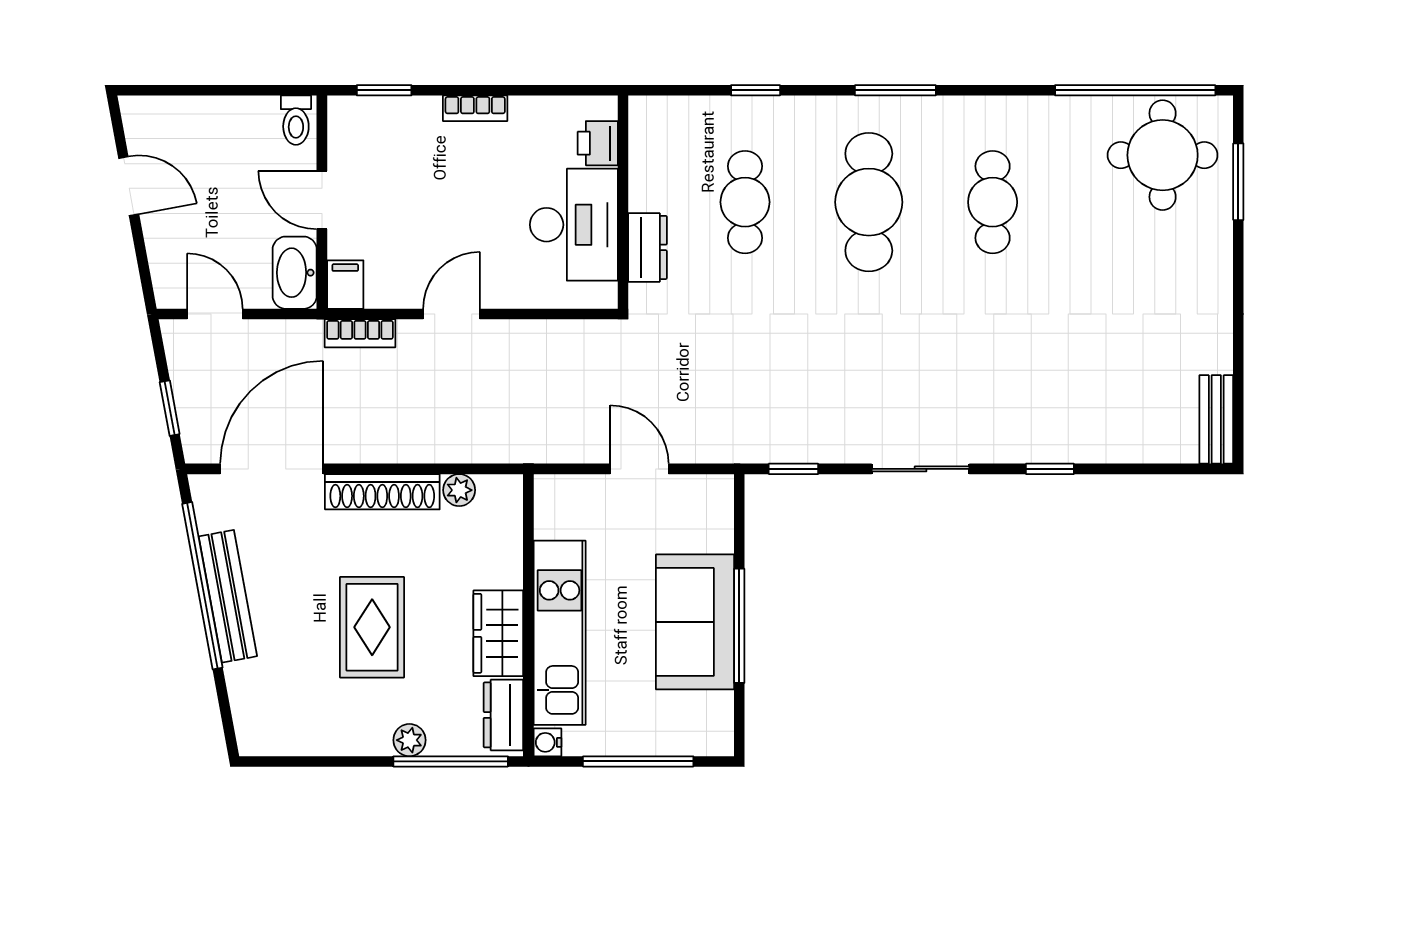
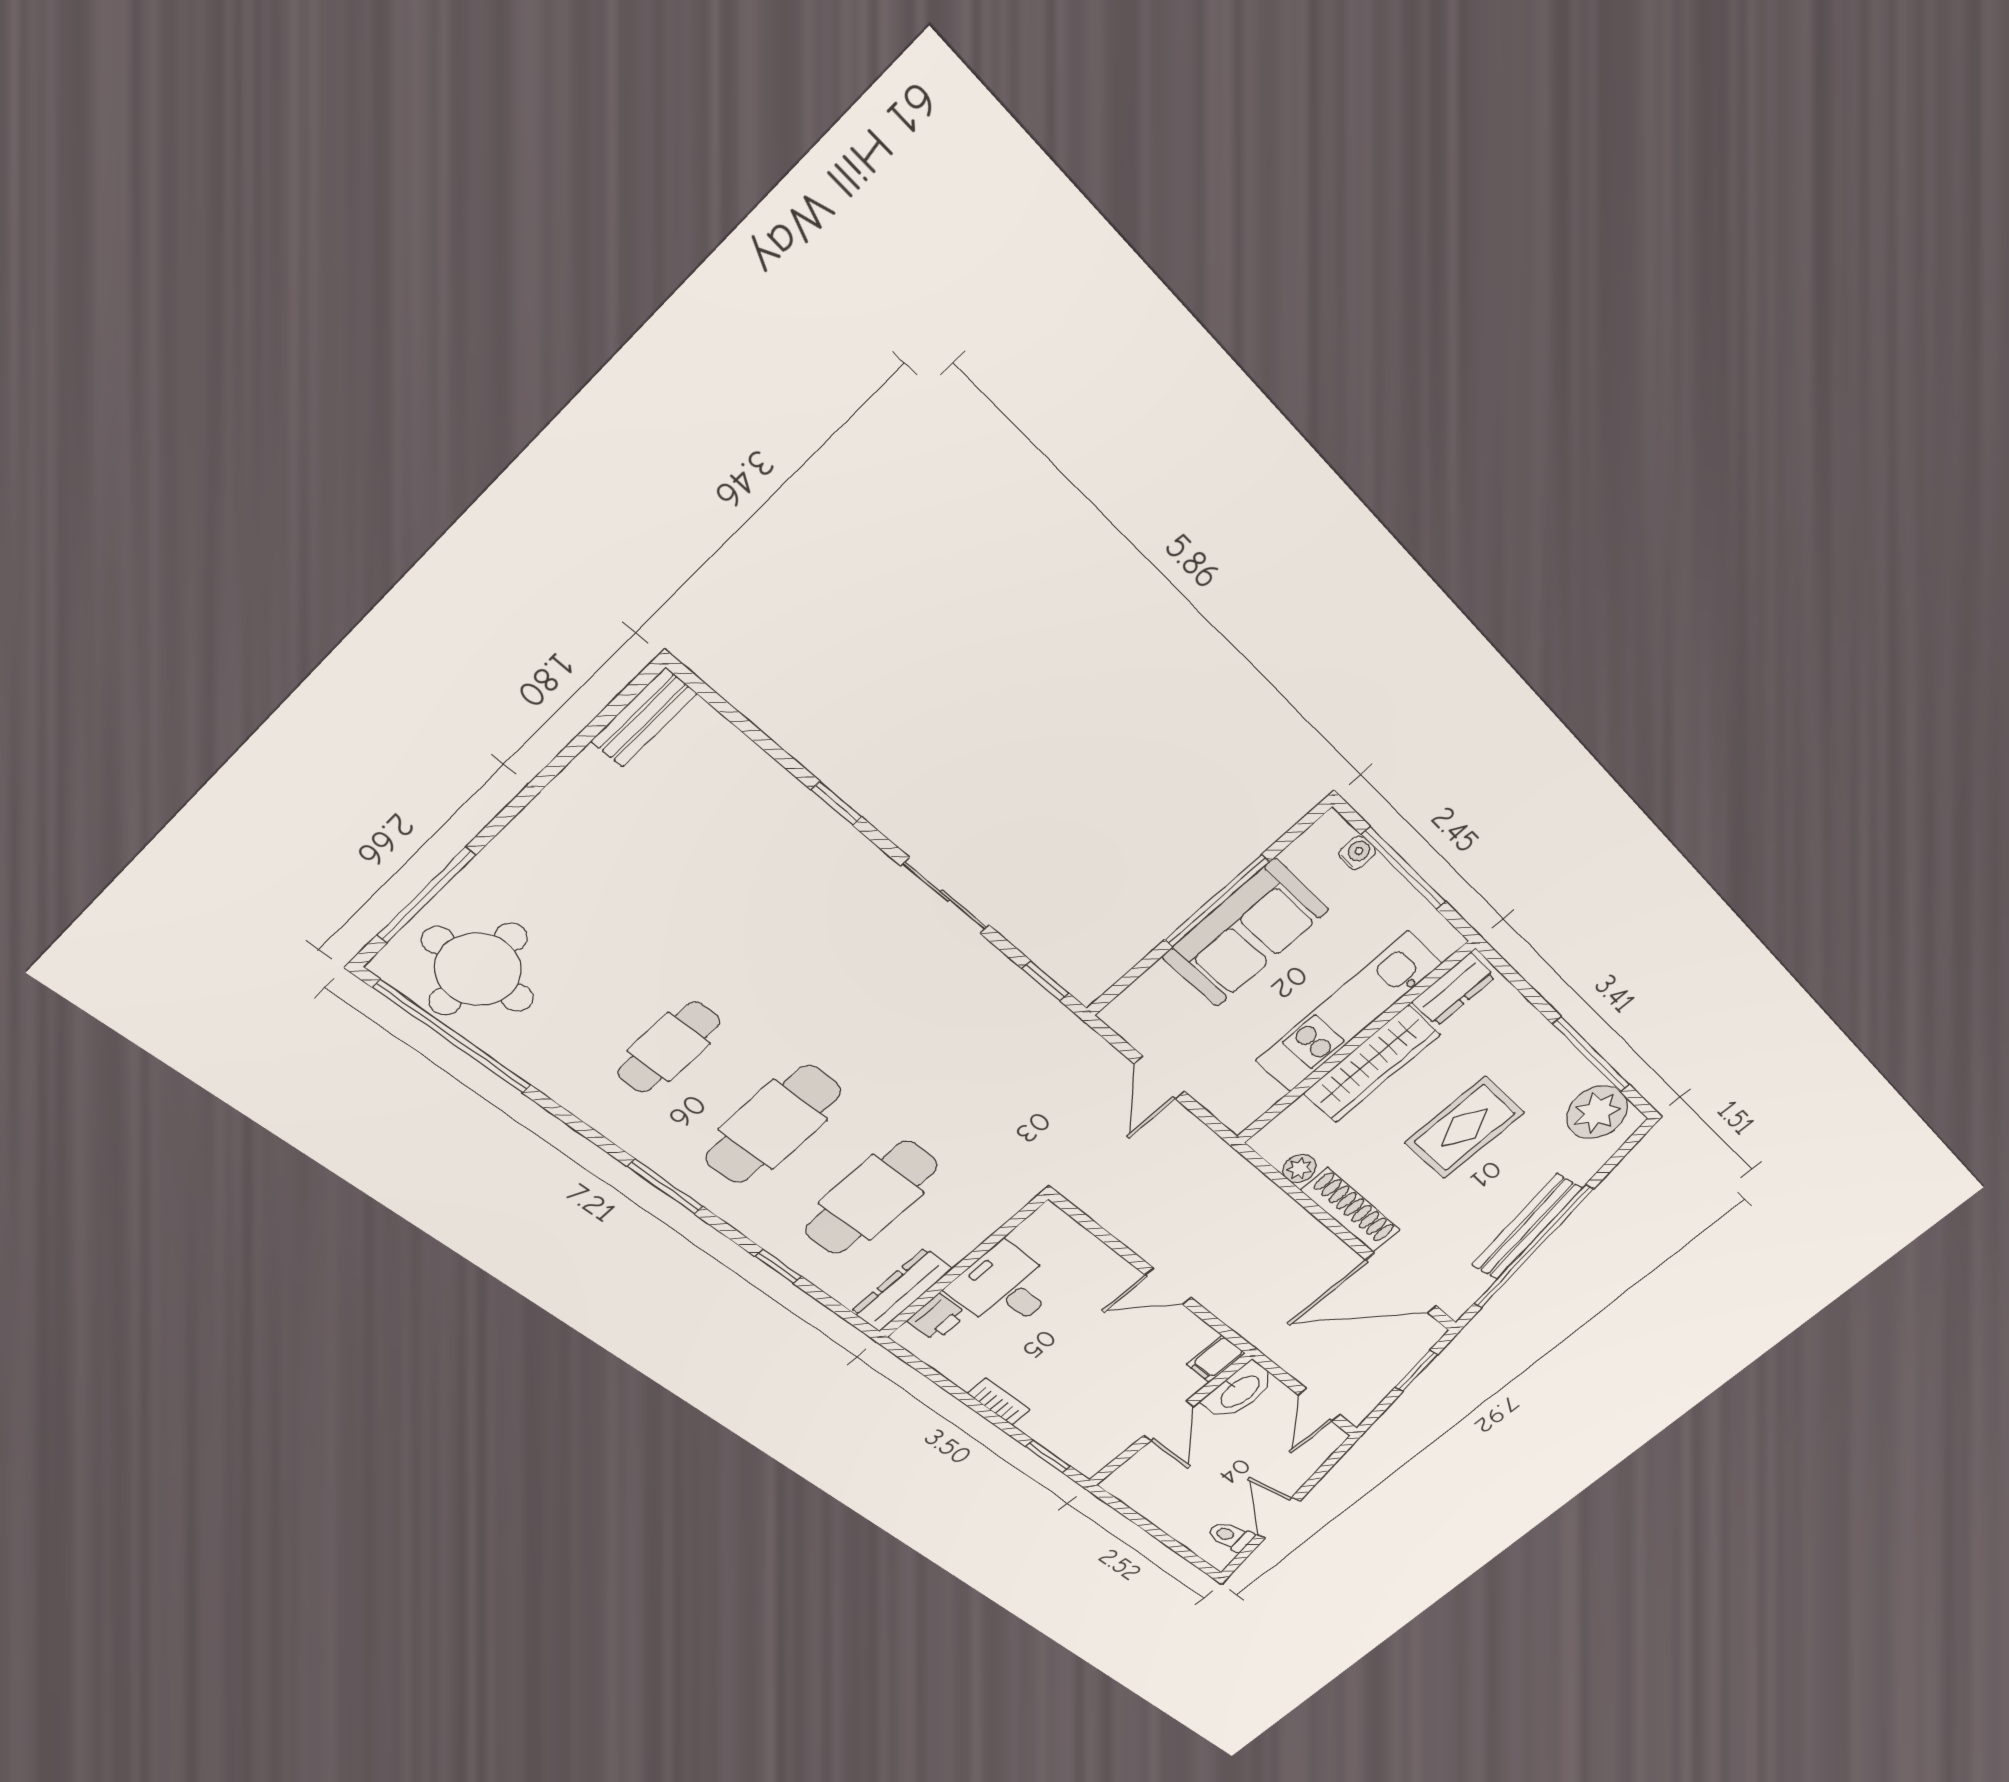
toilet: (296, 120) -> (1230, 1536), moved, turned -100
window: (1238, 182) -> (426, 895), width x1.44
cafe table: (745, 202) -> (871, 1198), width x1.37, depth x1.35
desk: (574, 225) -> (1004, 1288), width x0.73
dresser: (648, 247) -> (902, 1290), moved, width x1.44
bookcase: (360, 333) -> (1243, 1322), removed
wardrobe: (498, 633) -> (1372, 1064), width x1.50
plant: (409, 740) -> (1597, 1112), moved, width x1.87, depth x1.87
water cooler: (547, 742) -> (1357, 853), moved, turned -90
window: (451, 761) -> (1591, 1054), moved

